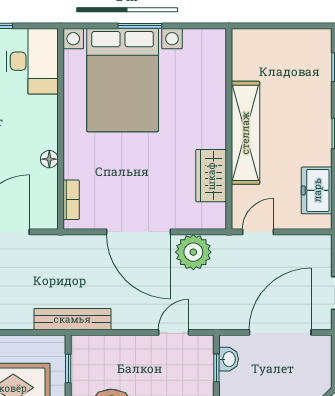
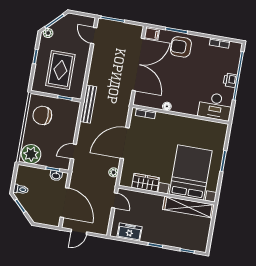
bed with nightstands: (123, 80) -> (191, 172), moved, turned 90
shelving: (245, 133) -> (189, 207), moved
plant: (193, 252) -> (114, 172), width x0.53, depth x0.53
door: (174, 332) -> (73, 152), swing flipped

